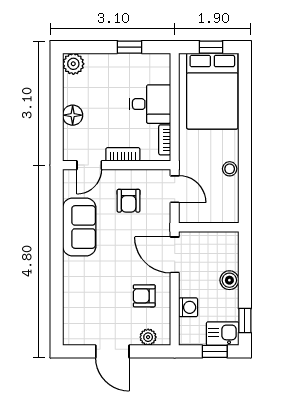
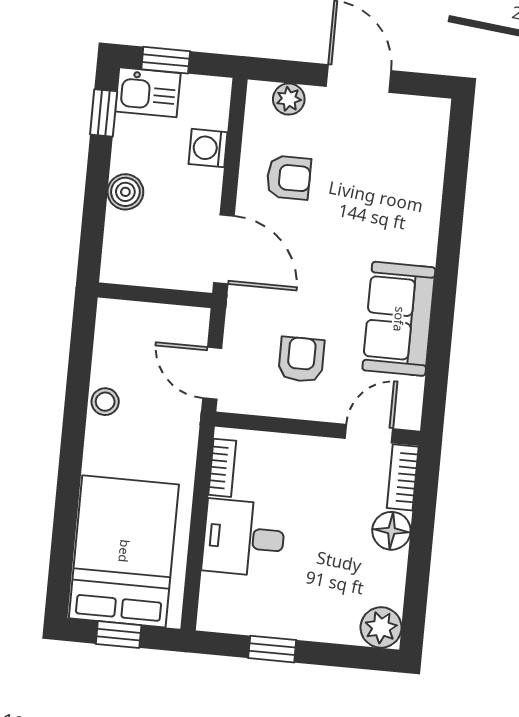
bookcase: (123, 154) -> (403, 477), moved, turned 90

